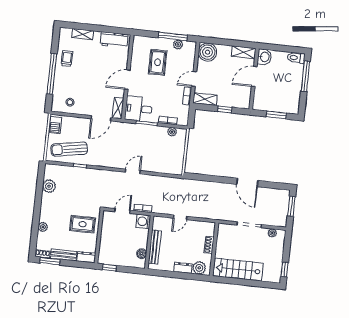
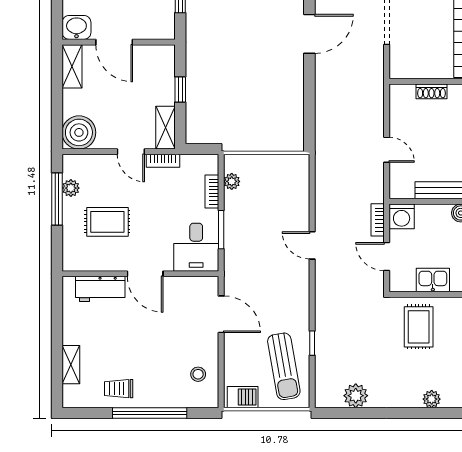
workbench: (114, 40) -> (100, 289), moved, turned 90
shelving: (118, 108) -> (199, 285), removed
kitchen sink: (107, 235) -> (433, 280), added

